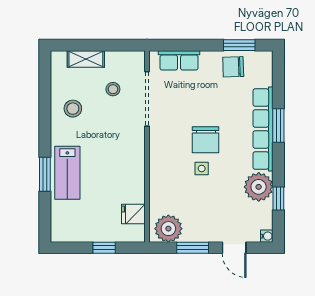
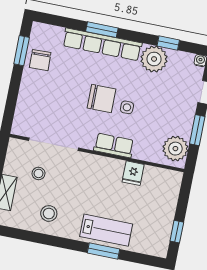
row of seats: (179, 60) -> (114, 145), moved, turned -90
fridge: (133, 214) -> (133, 173), moved
window: (104, 248) -> (177, 232), moved

